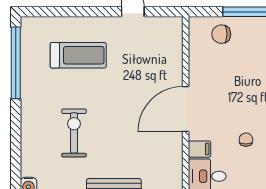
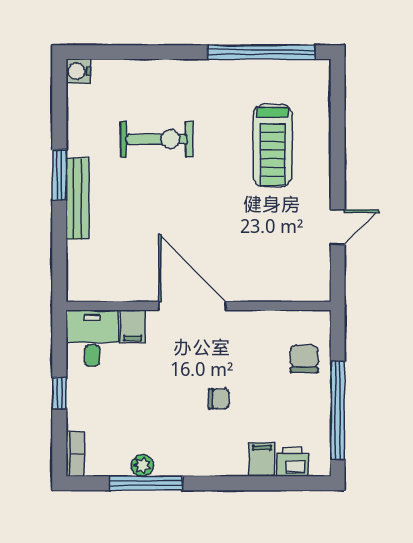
chair: (246, 140) -> (219, 399), moved

